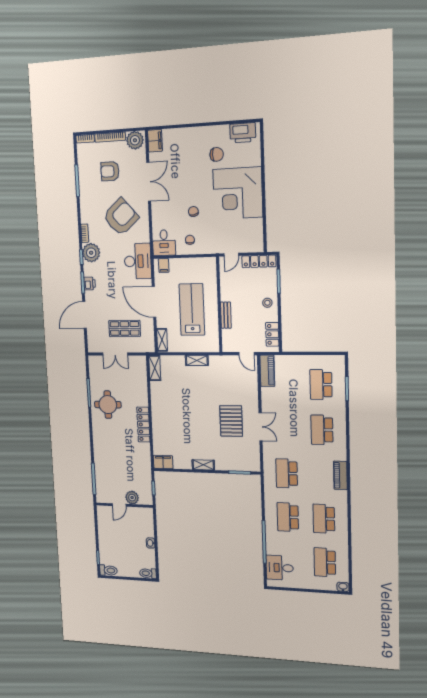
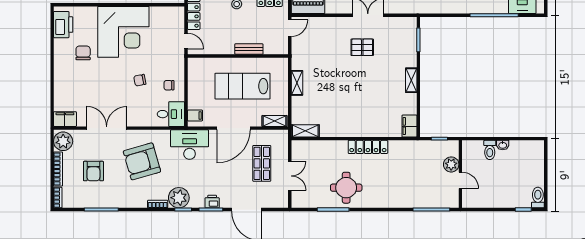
armchair: (121, 217) -> (142, 161), turned -65
pallet: (231, 421) -> (362, 47), width x0.67, depth x0.71
toilet: (148, 573) -> (490, 150), moved

